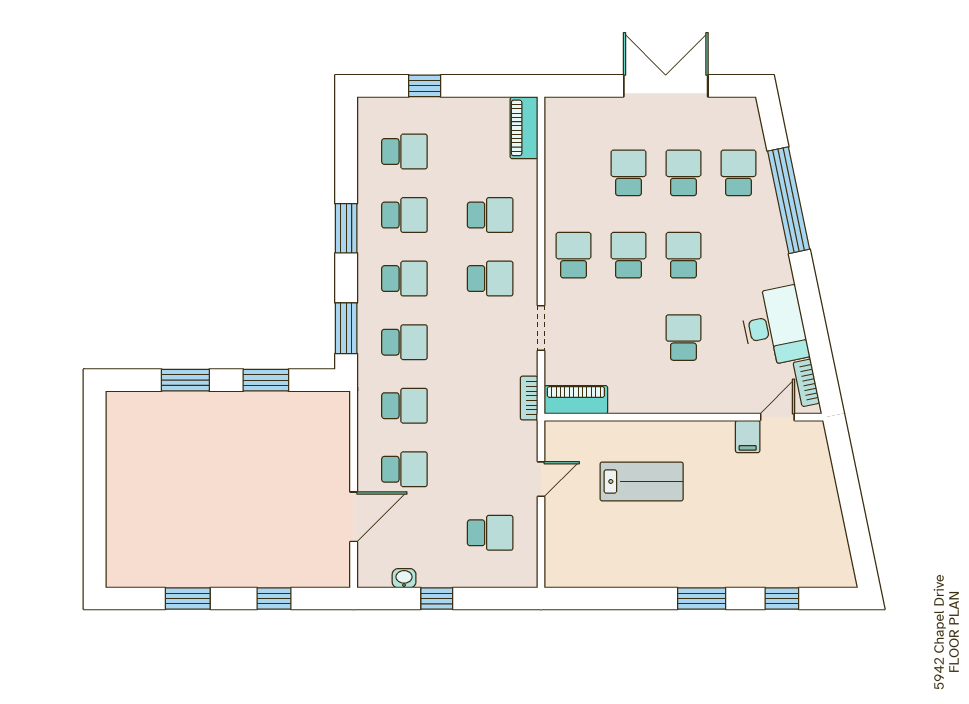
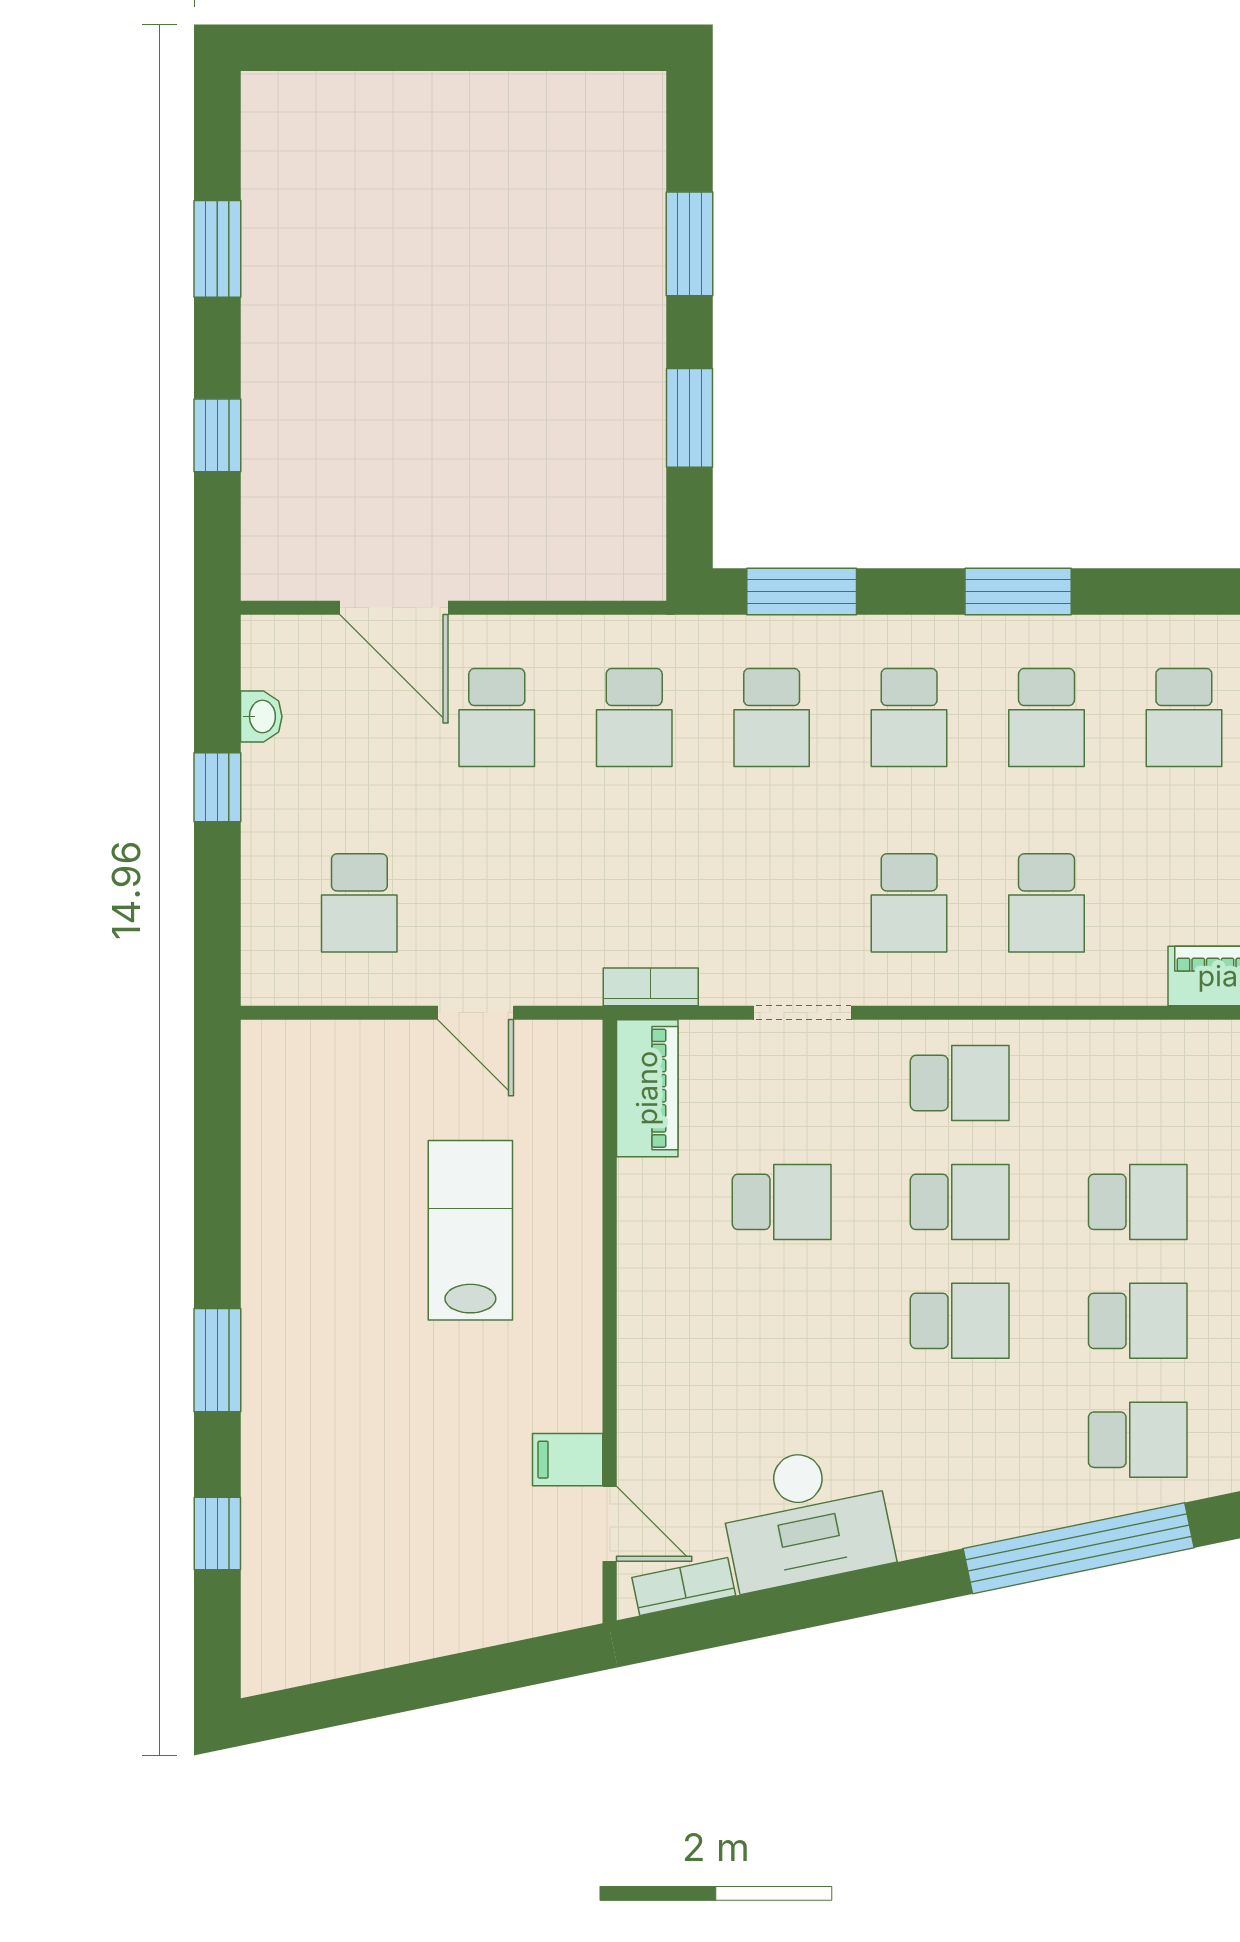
school desk: (683, 338) -> (782, 1202), moved
lab bench: (642, 481) -> (470, 1230), turned 180

